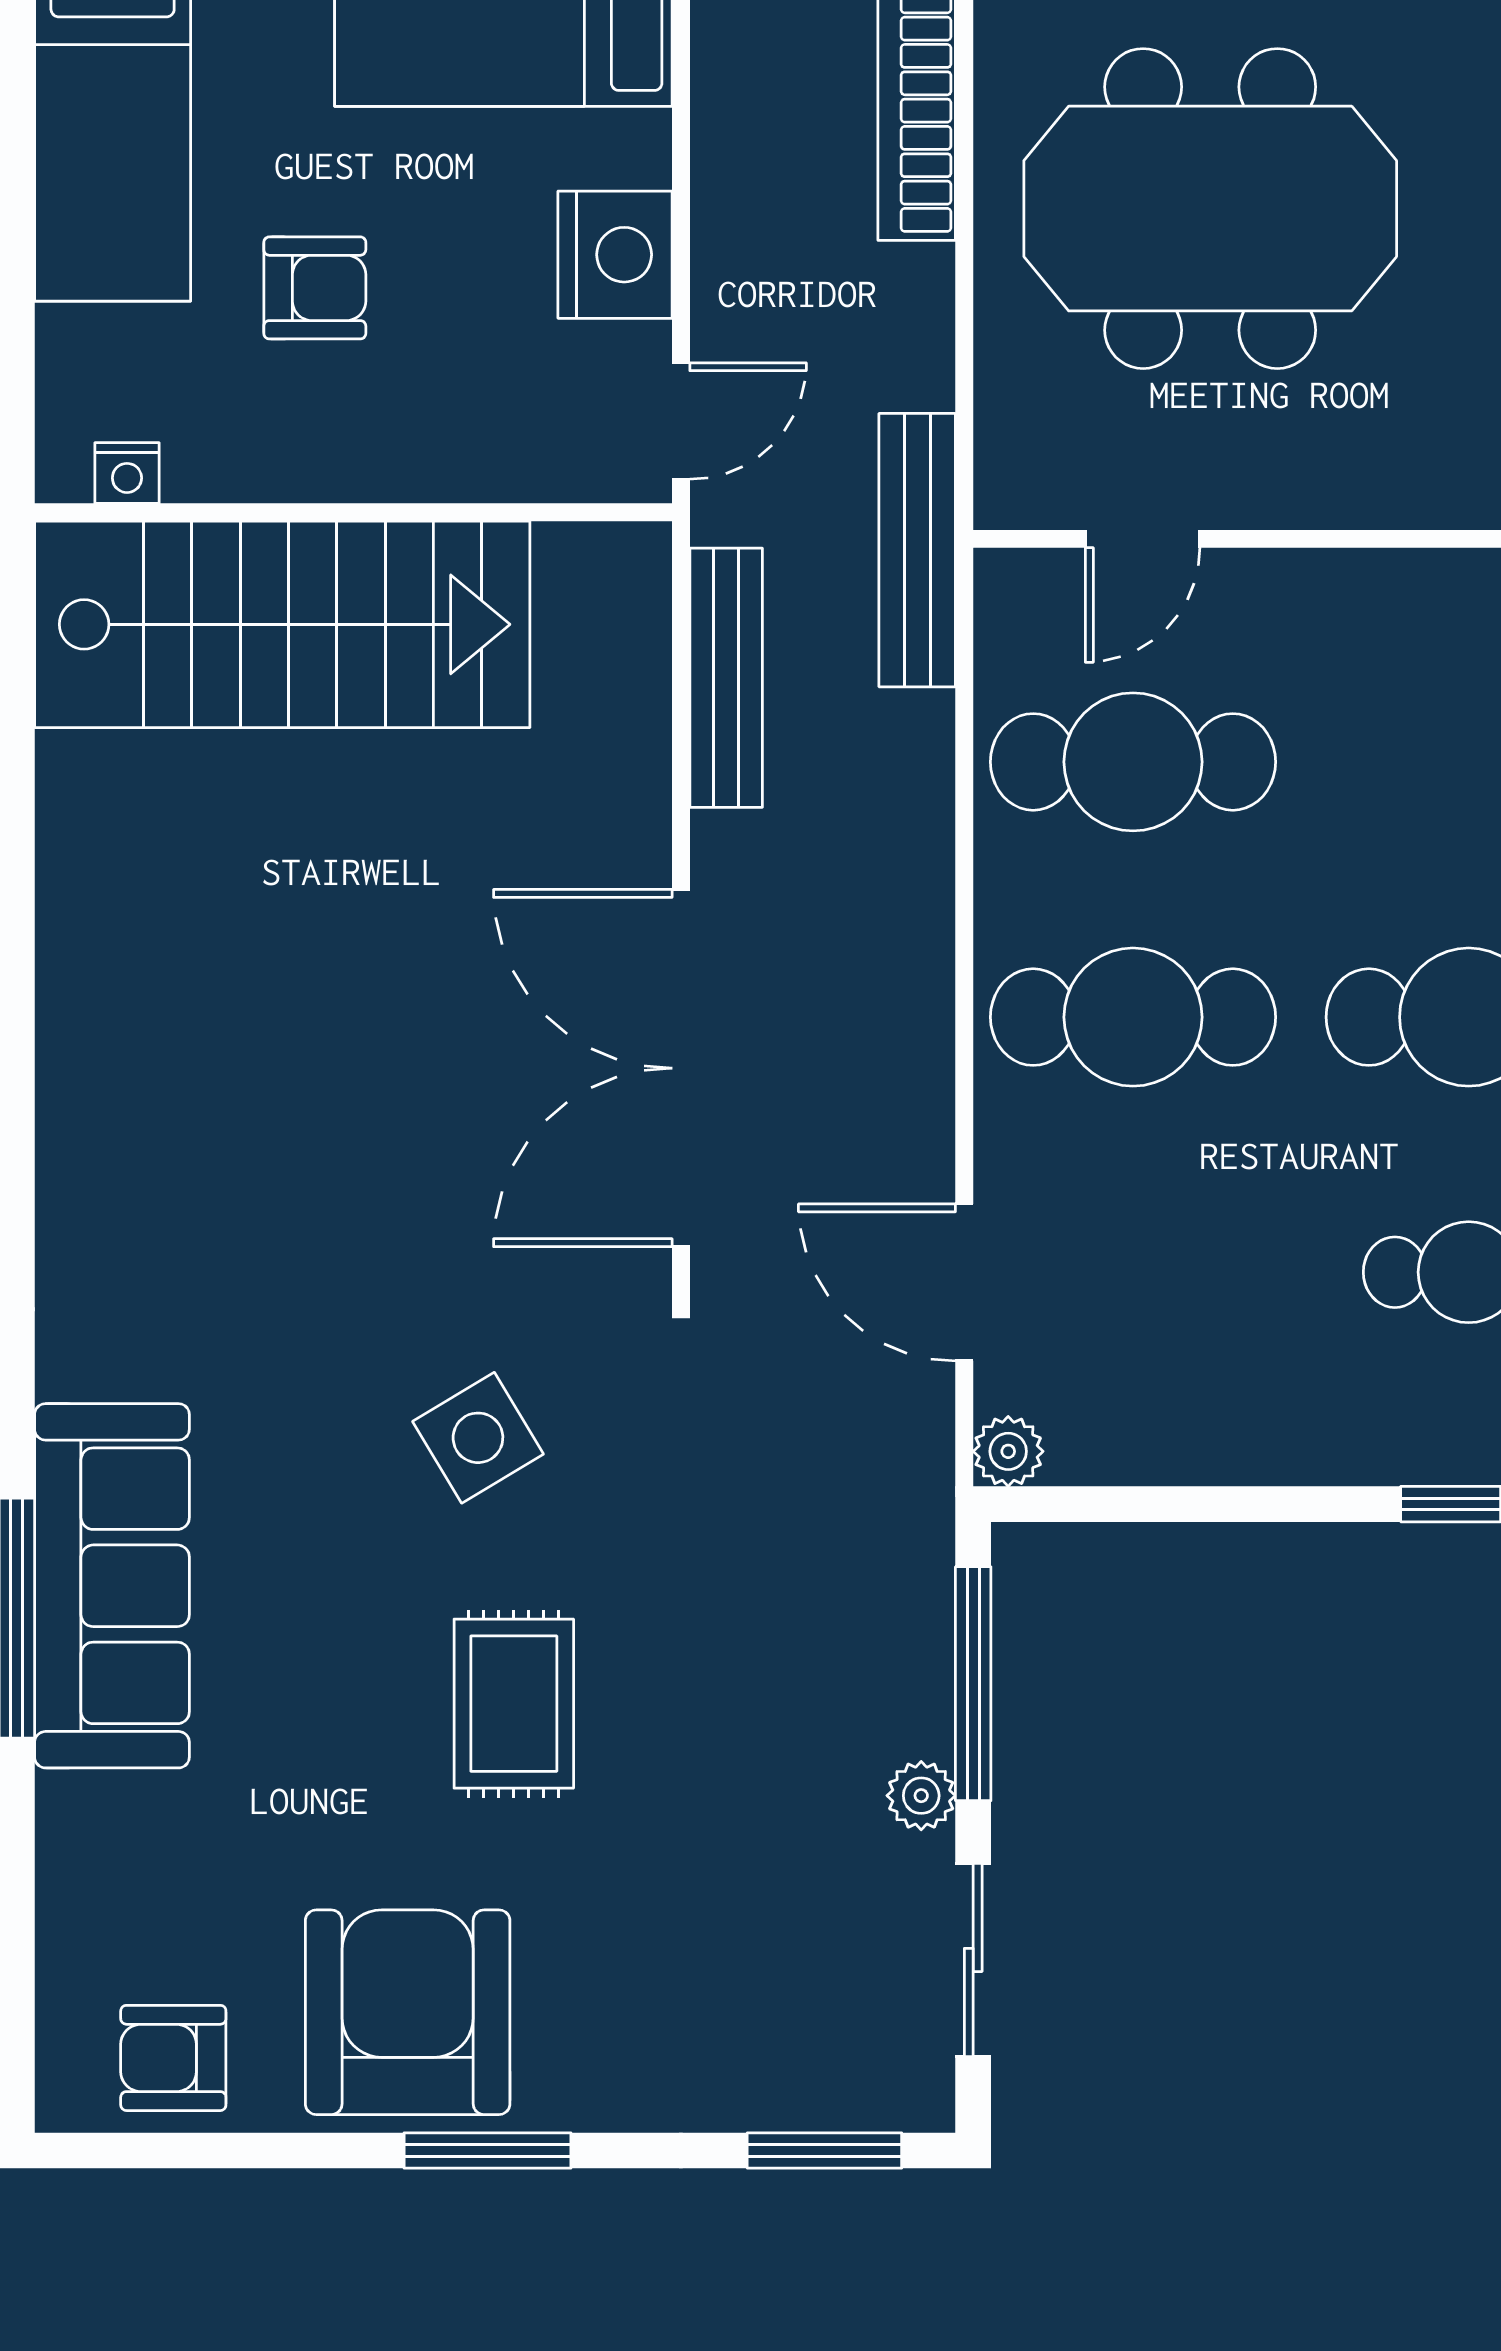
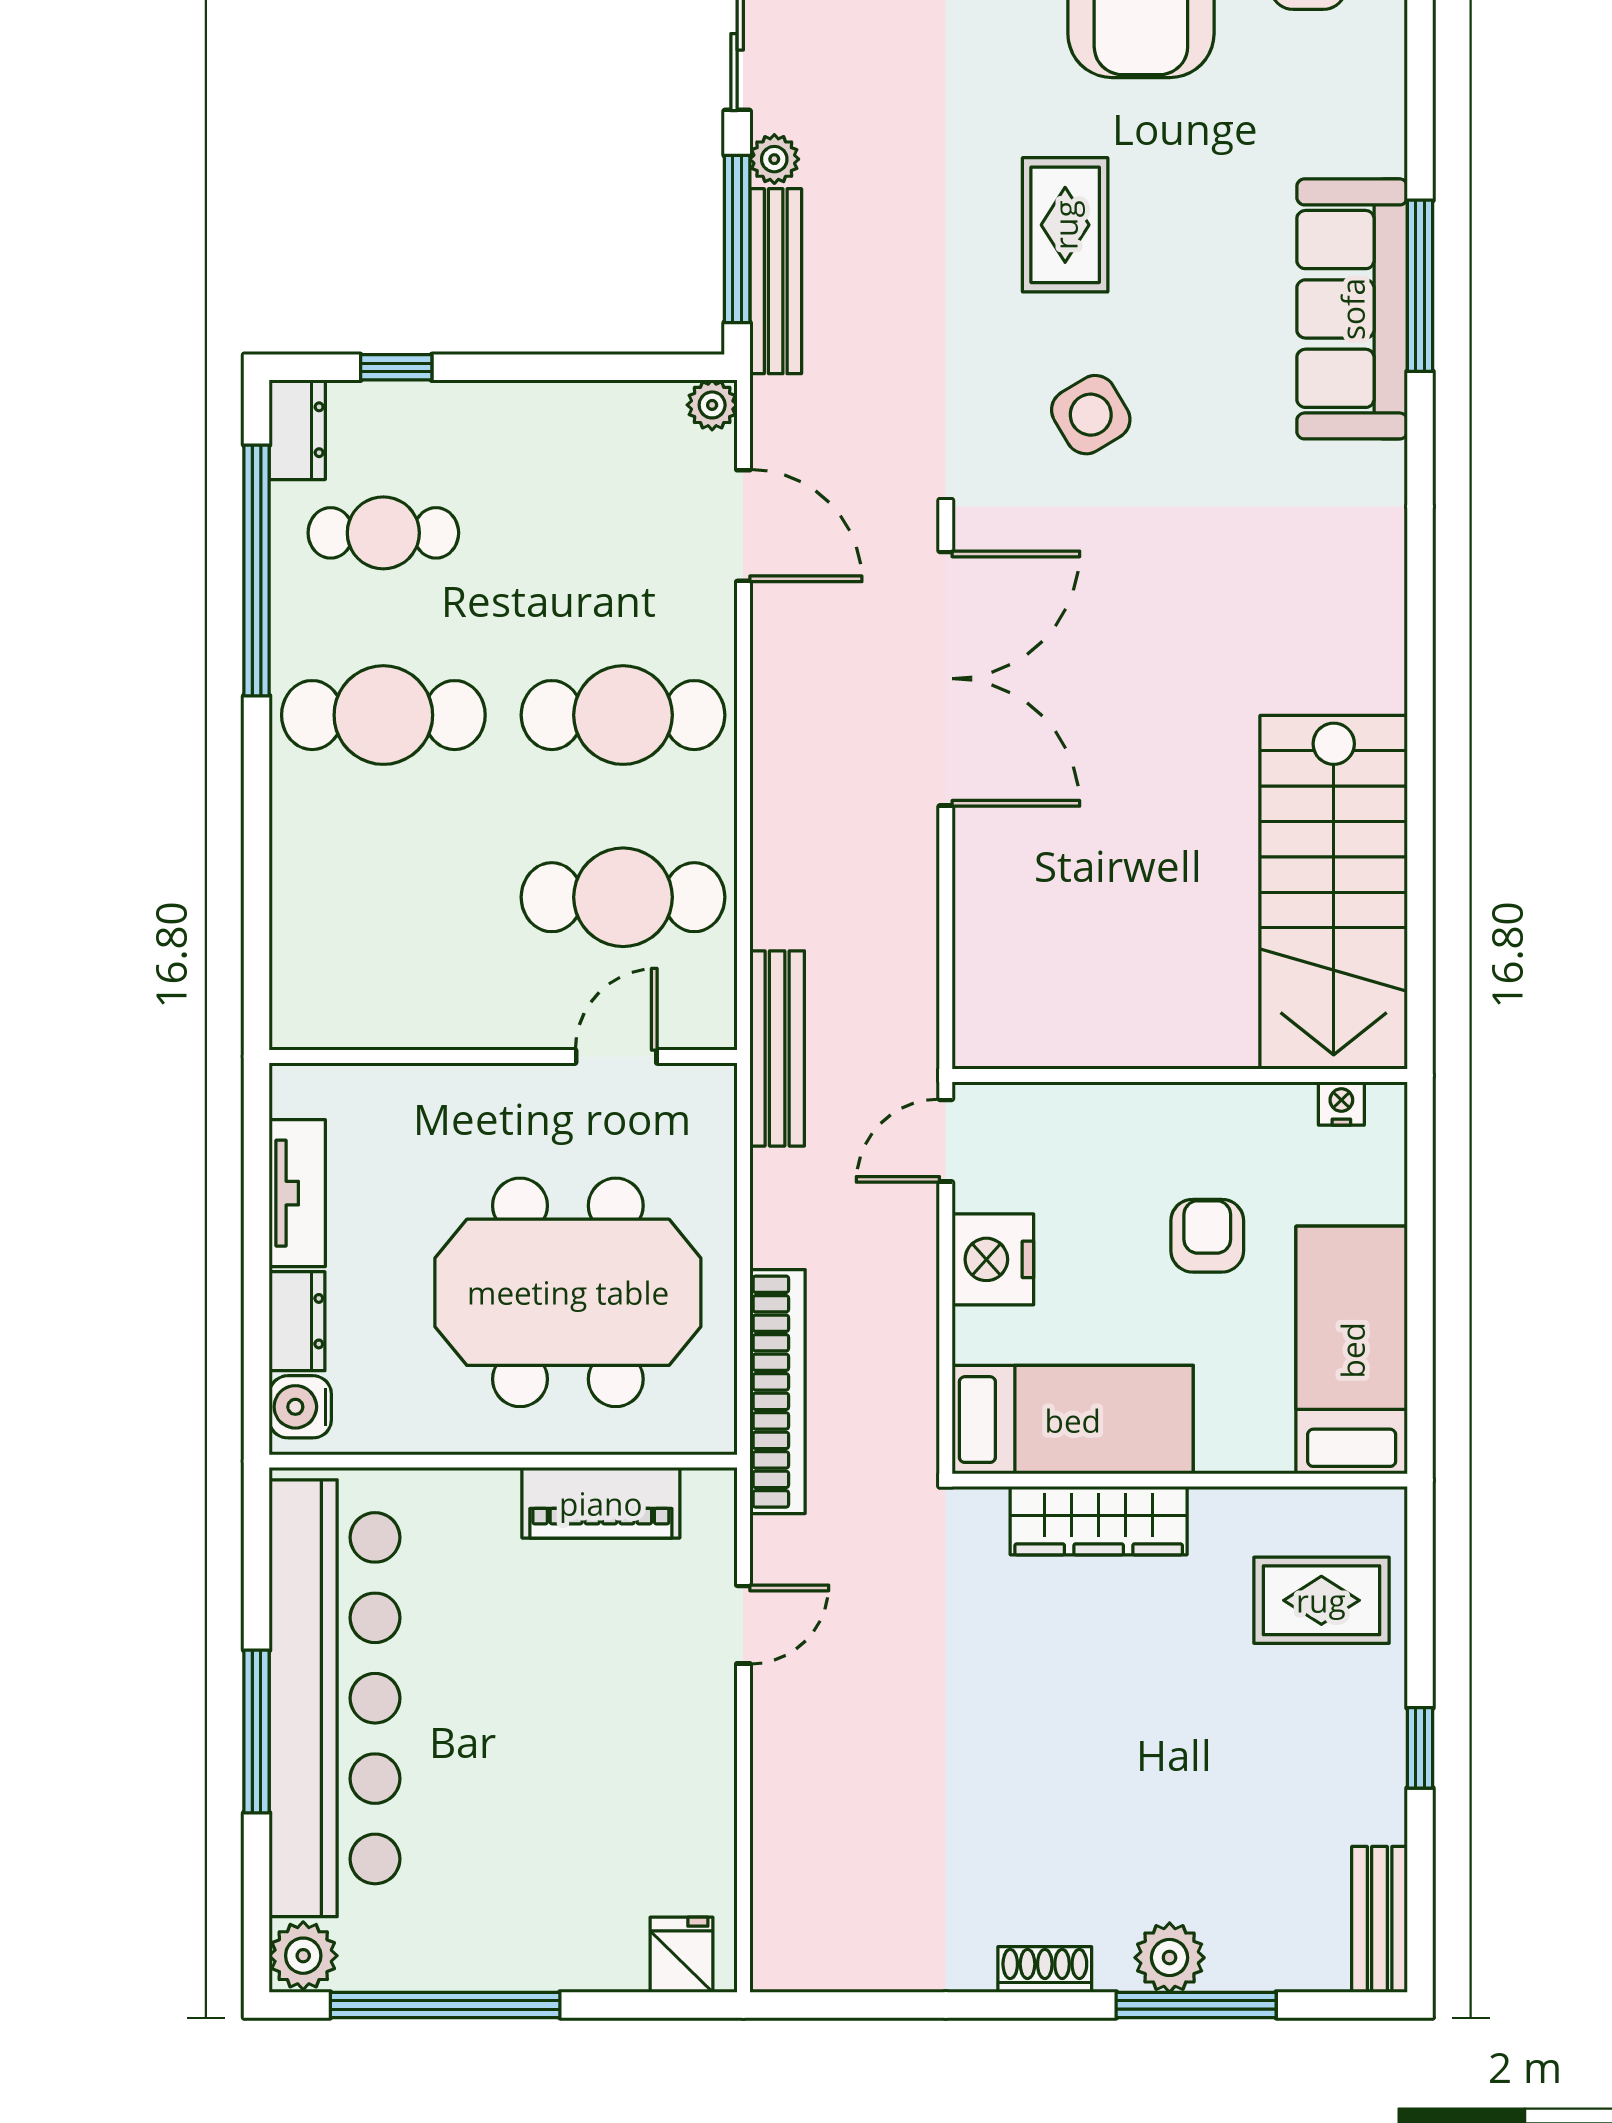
armchair: (315, 288) -> (1207, 1236), turned 90
stairs: (282, 624) -> (1334, 892), moved, turned -90
bench: (726, 678) -> (776, 281), moved

